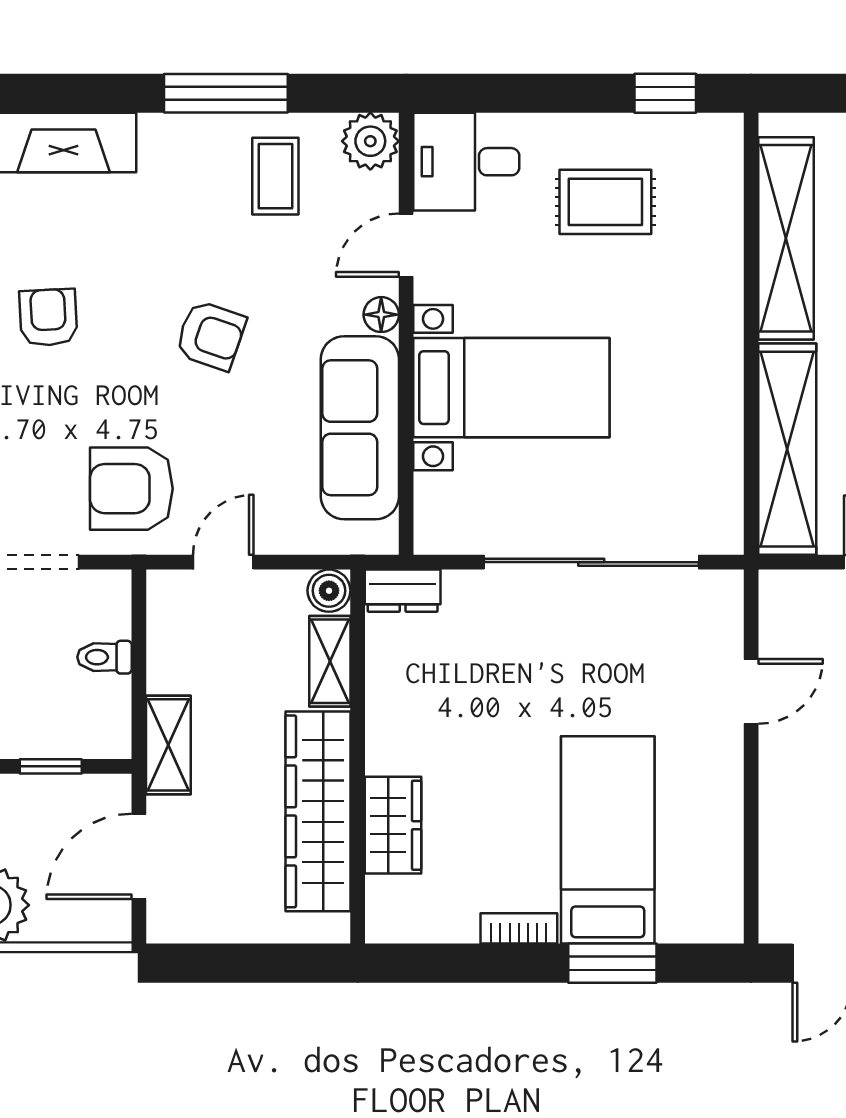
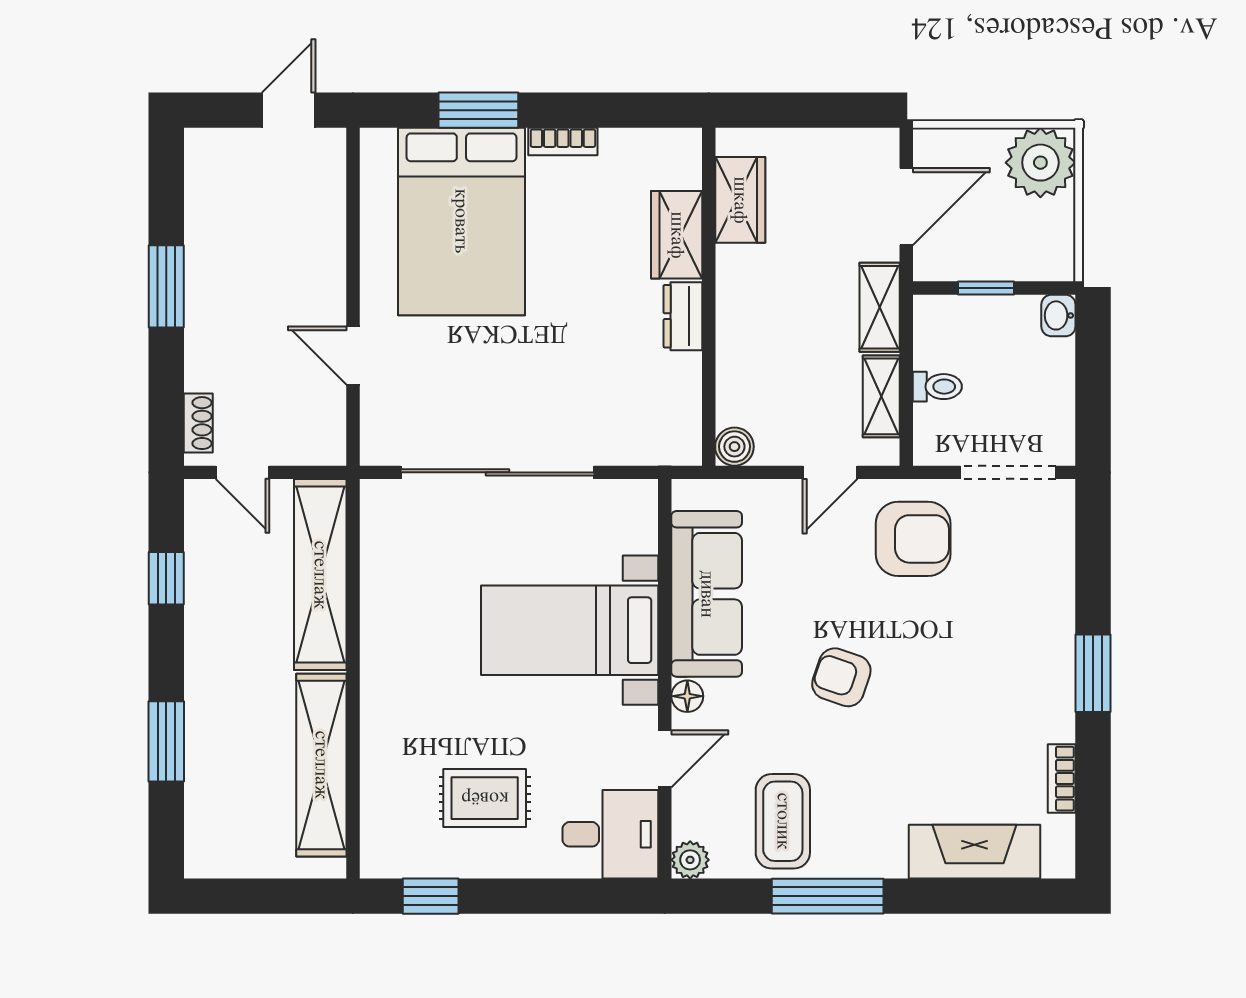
plant: (370, 141) -> (690, 860), width x0.73, depth x0.73
coffee table: (275, 176) -> (783, 821), width x1.36, depth x1.30
armchair: (48, 317) -> (988, 694), removed
dresser: (403, 591) -> (683, 316), moved, turned -90
shelving: (330, 661) -> (881, 396), moved
door: (751, 691) -> (353, 356), hinge flipped
wardrobe: (318, 811) -> (740, 200), width x0.48, depth x0.85
bed: (608, 840) -> (461, 221), width x1.50

